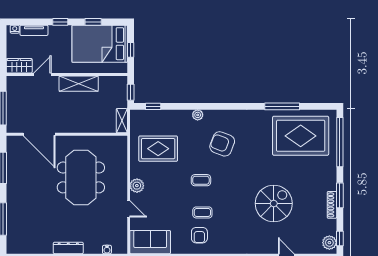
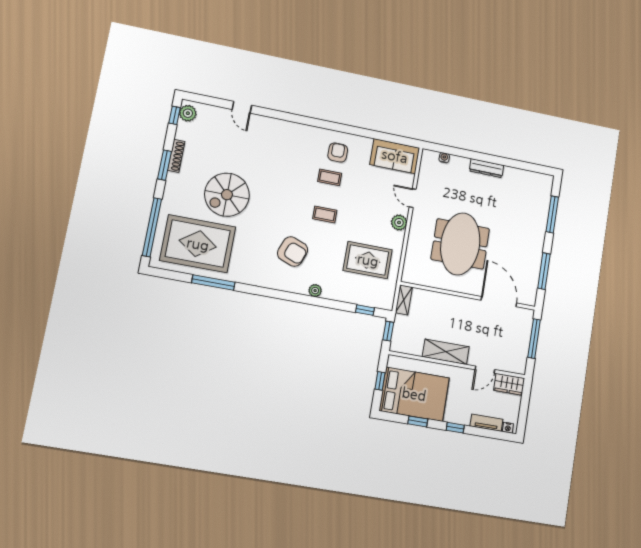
spiral stairs: (274, 203) -> (227, 195), moved

